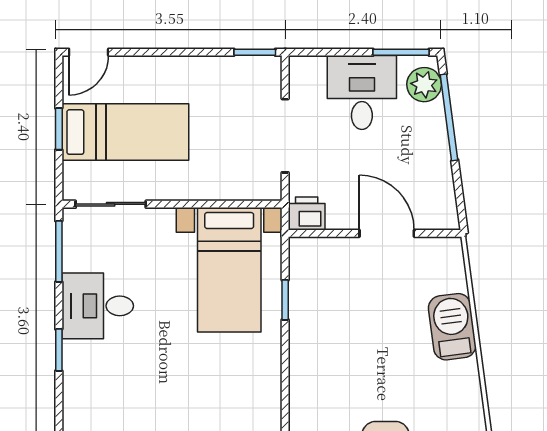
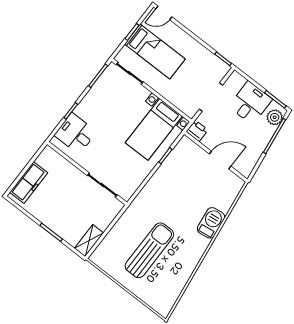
door: (387, 233) -> (220, 160), hinge flipped
desk: (98, 306) -> (75, 133), moved
barbecue: (452, 327) -> (211, 223), moved

